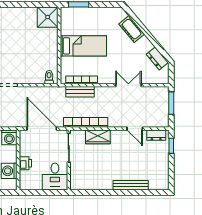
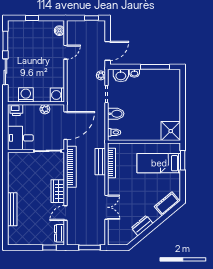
cot: (132, 29) -> (167, 204), moved
bed: (83, 46) -> (159, 163), moved, turned 90
dresser: (157, 58) -> (142, 226), moved
bidet: (29, 75) -> (116, 114), added
wardrobe: (98, 137) -> (58, 191), moved
plant: (24, 151) -> (45, 109), added
printer: (25, 163) -> (16, 110), moved

